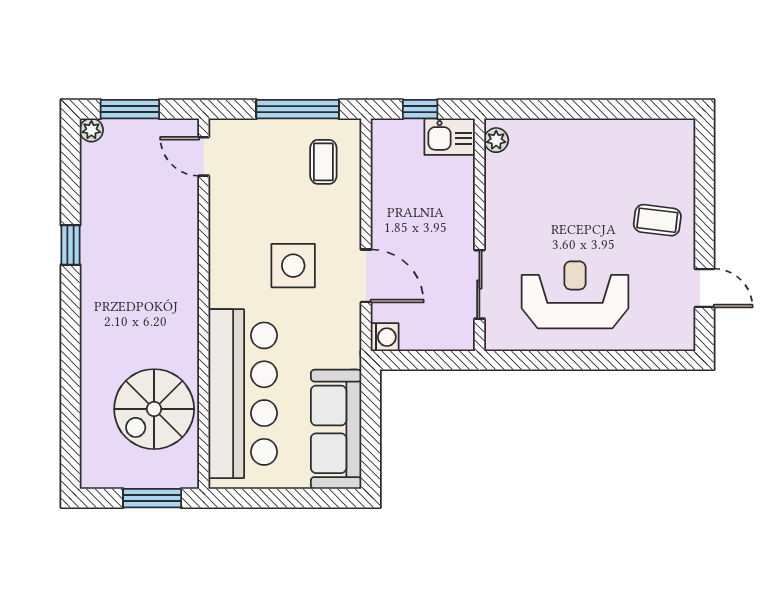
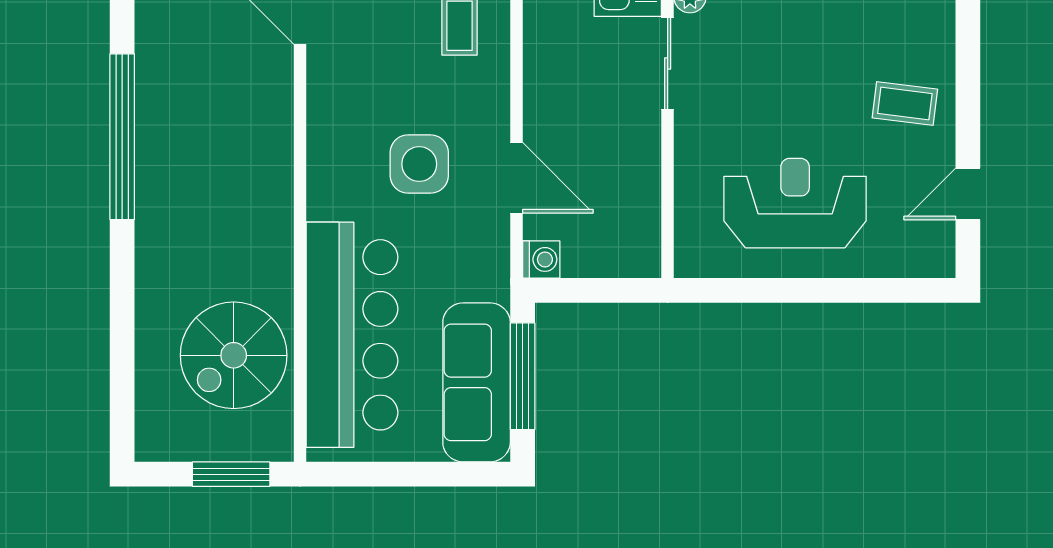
window: (71, 245) -> (122, 137), width x3.17
sliding door: (479, 284) -> (668, 64), moved
door: (705, 288) -> (968, 194), swing flipped
window: (371, 425) -> (523, 376), added

